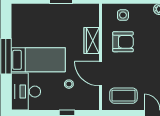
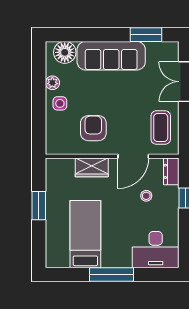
side table: (123, 15) -> (60, 103), moved
bed: (38, 60) -> (85, 234), moved
dresser: (88, 104) -> (171, 171), added

